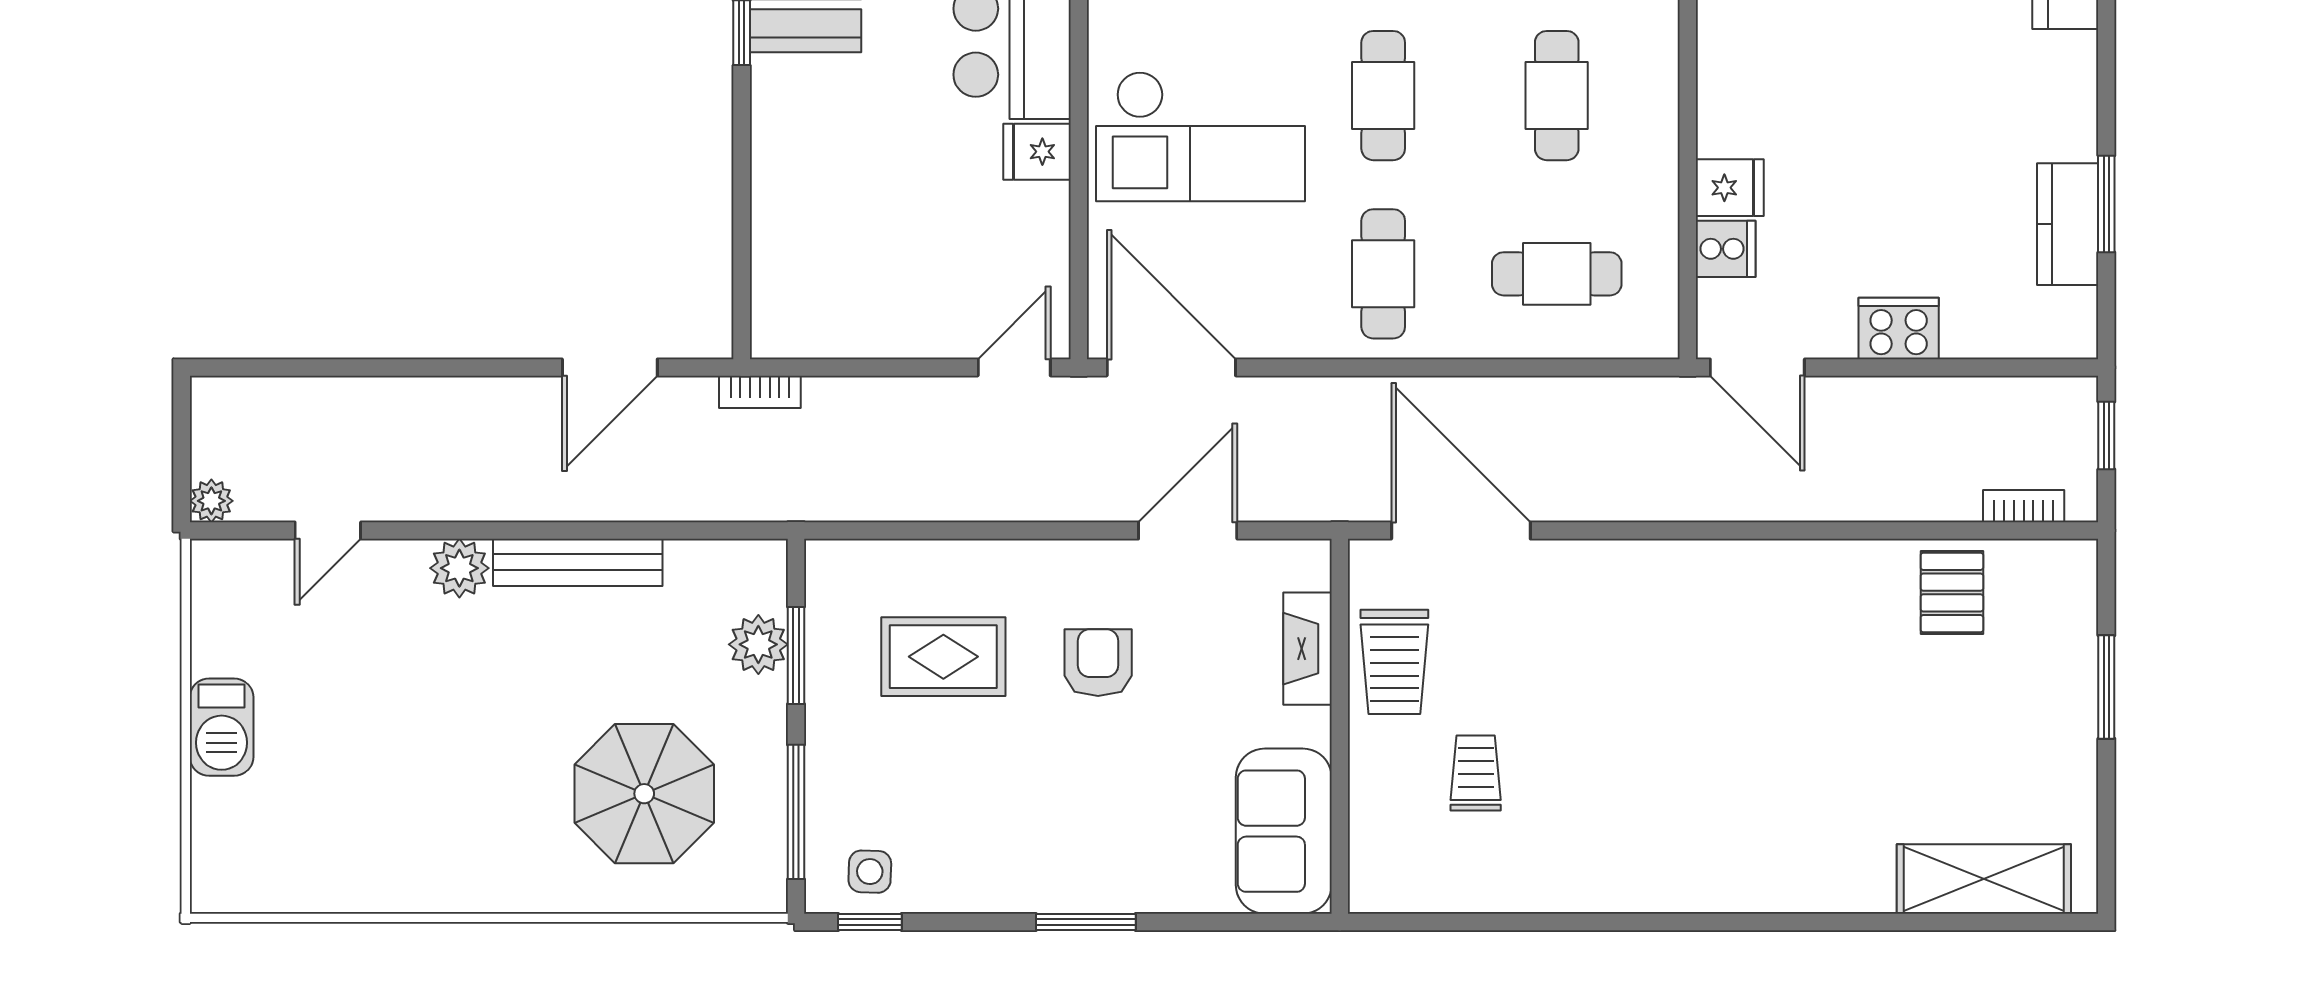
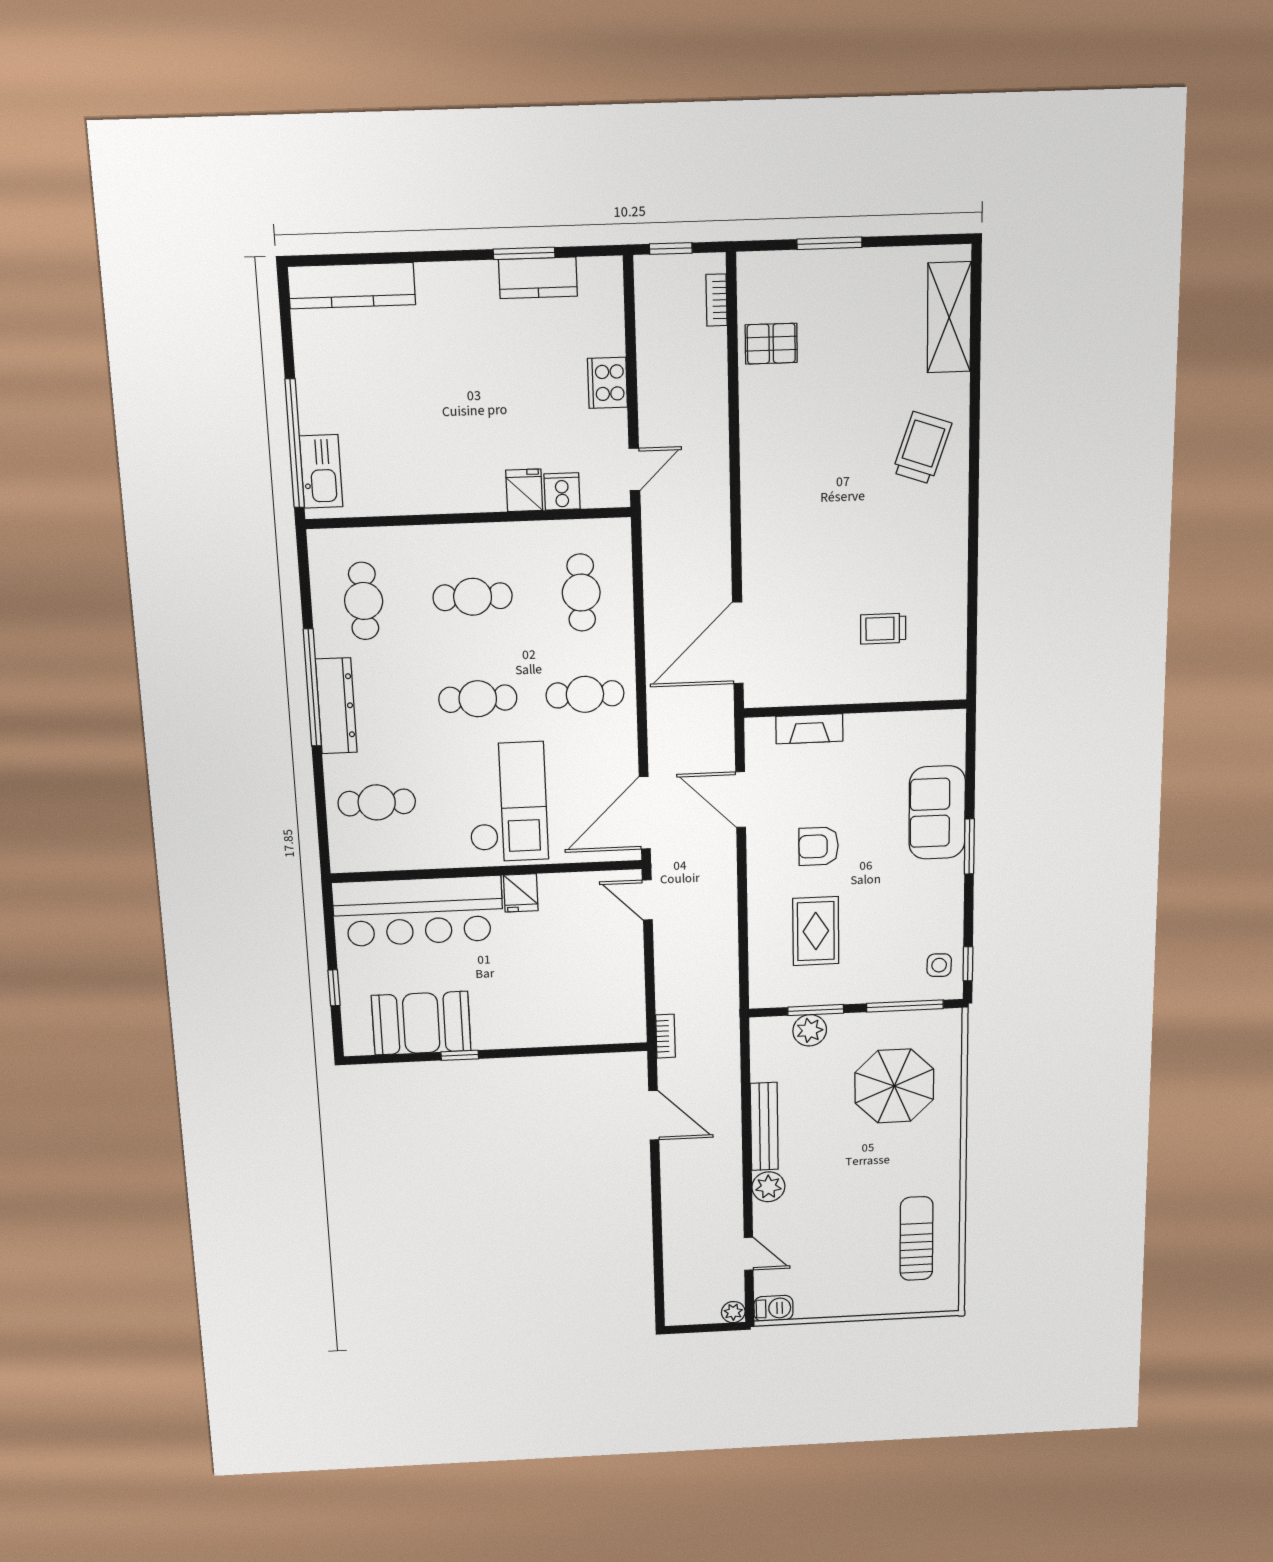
door: (1757, 367) -> (634, 469), width x0.73
trolley: (1394, 662) -> (922, 448), moved, turned -71
barbecue: (222, 727) -> (773, 1308), moved, width x0.73, depth x0.79
sofa: (1284, 831) -> (937, 813), moved, turned 90
sun lounger: (342, 835) -> (916, 1239), added

